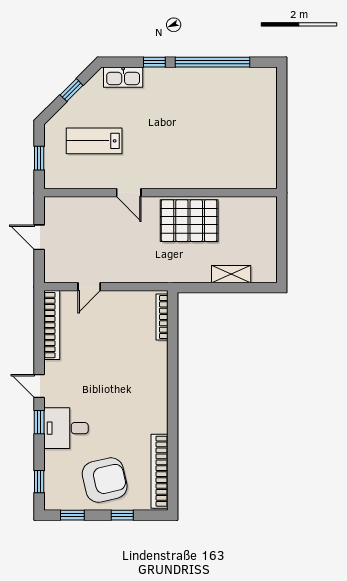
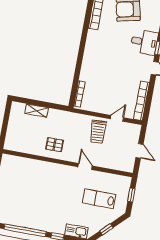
lab bench: (94, 141) -> (99, 199), turned 180
pallet: (189, 221) -> (54, 145), width x0.49, depth x0.50
trolley: (118, 257) -> (98, 132), added

